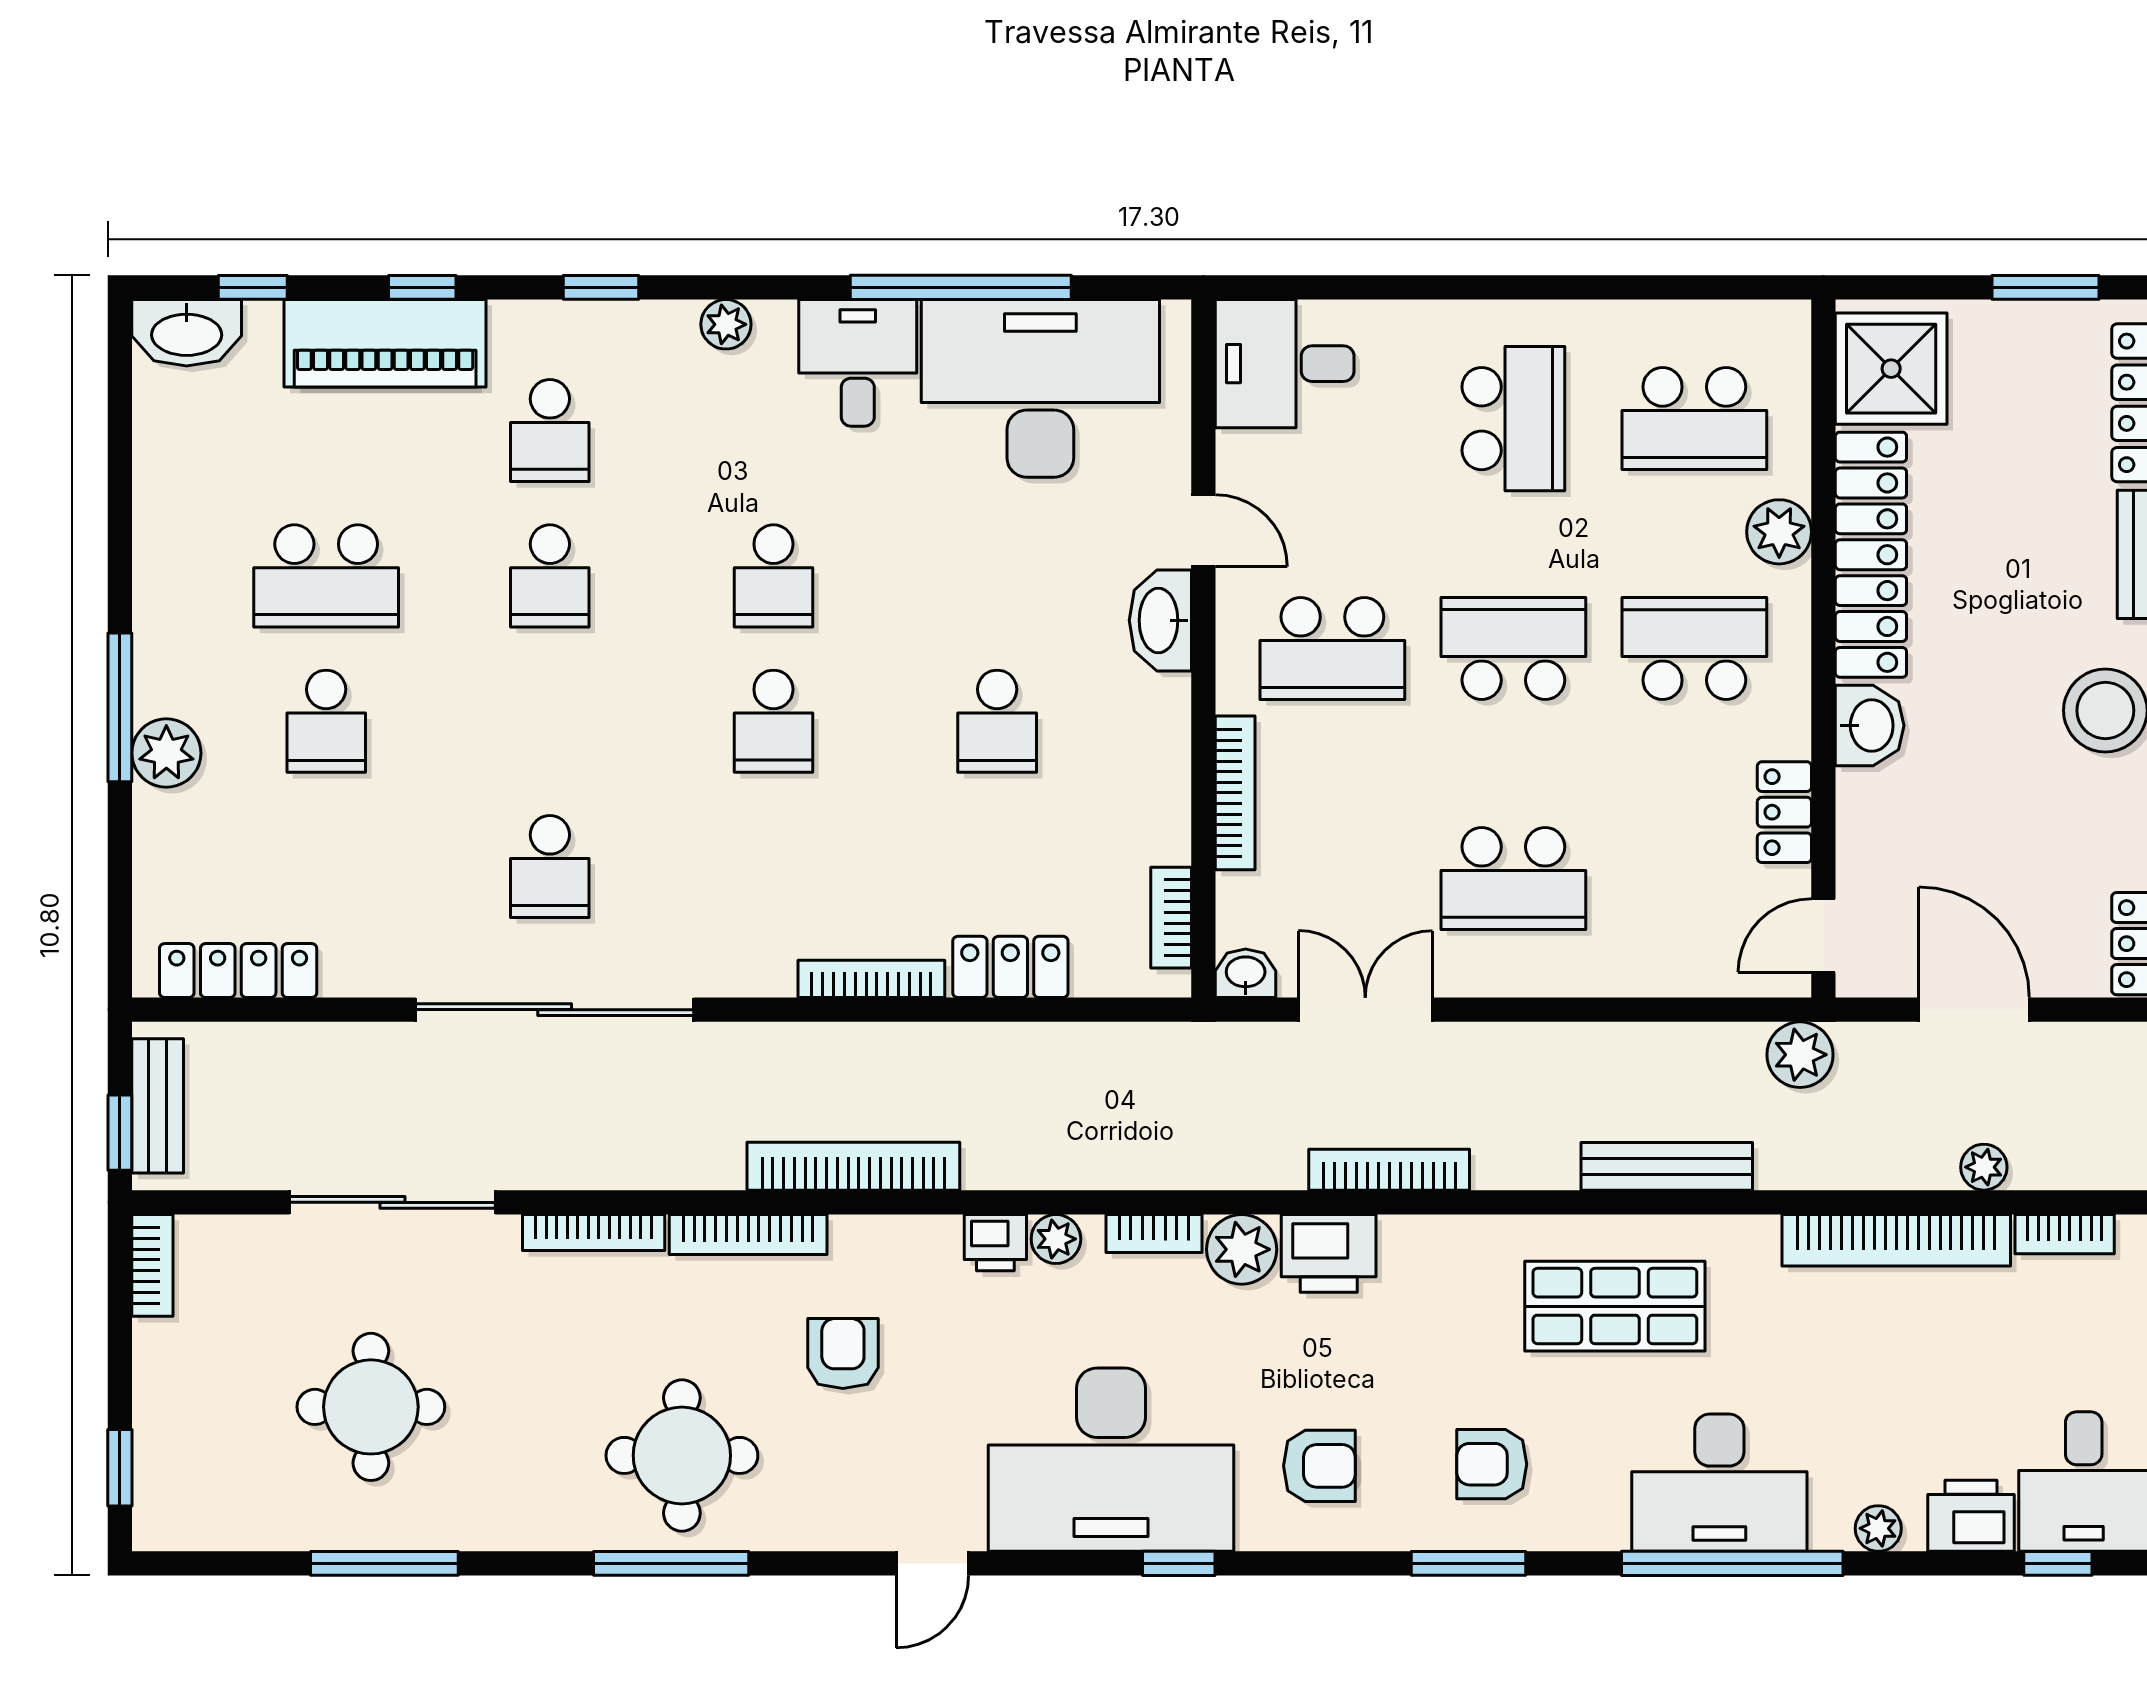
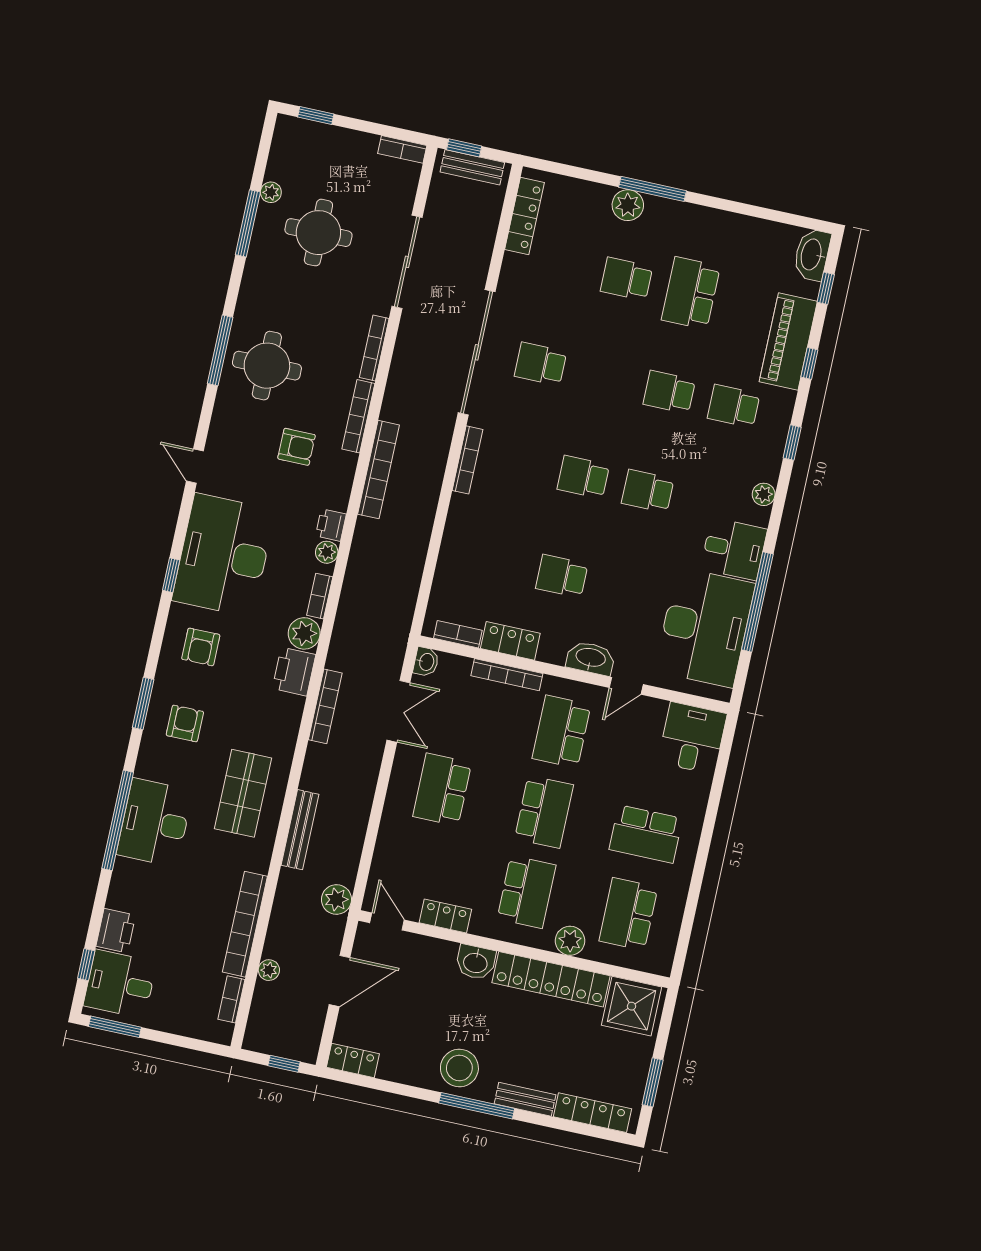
locker: (1010, 967) -> (510, 641), moved, turned -90
bookcase: (871, 979) -> (467, 460), moved
plant: (1878, 1528) -> (271, 192), moved

